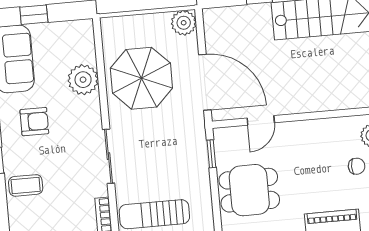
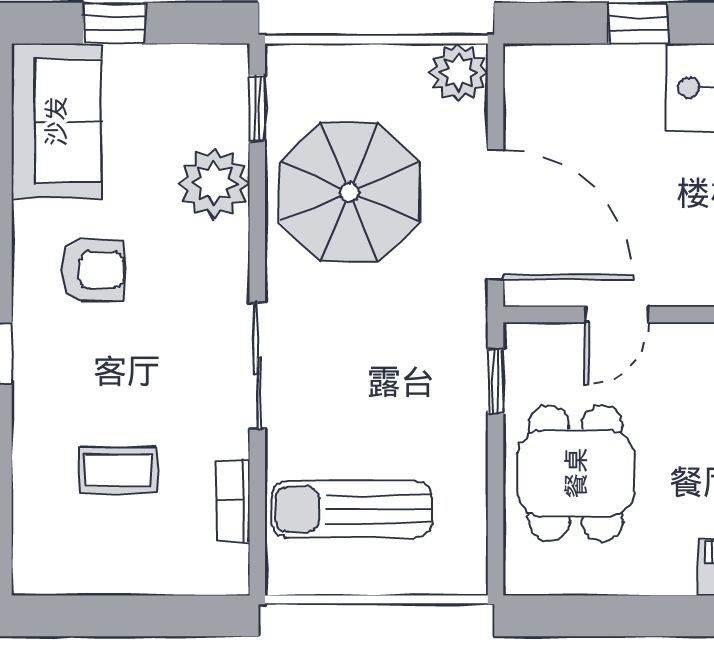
window: (99, 46) -> (257, 108), added
coffee table: (26, 185) -> (118, 470), moved
dining table: (249, 190) -> (576, 473), turned 90

